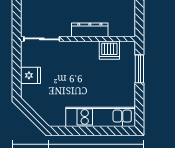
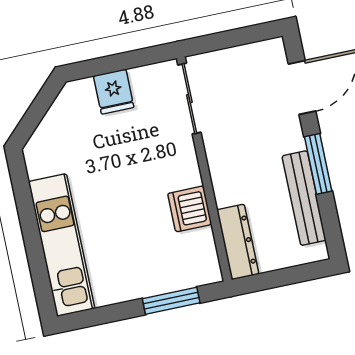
dresser: (90, 30) -> (238, 242), moved
dishwasher: (109, 50) -> (190, 209), moved

